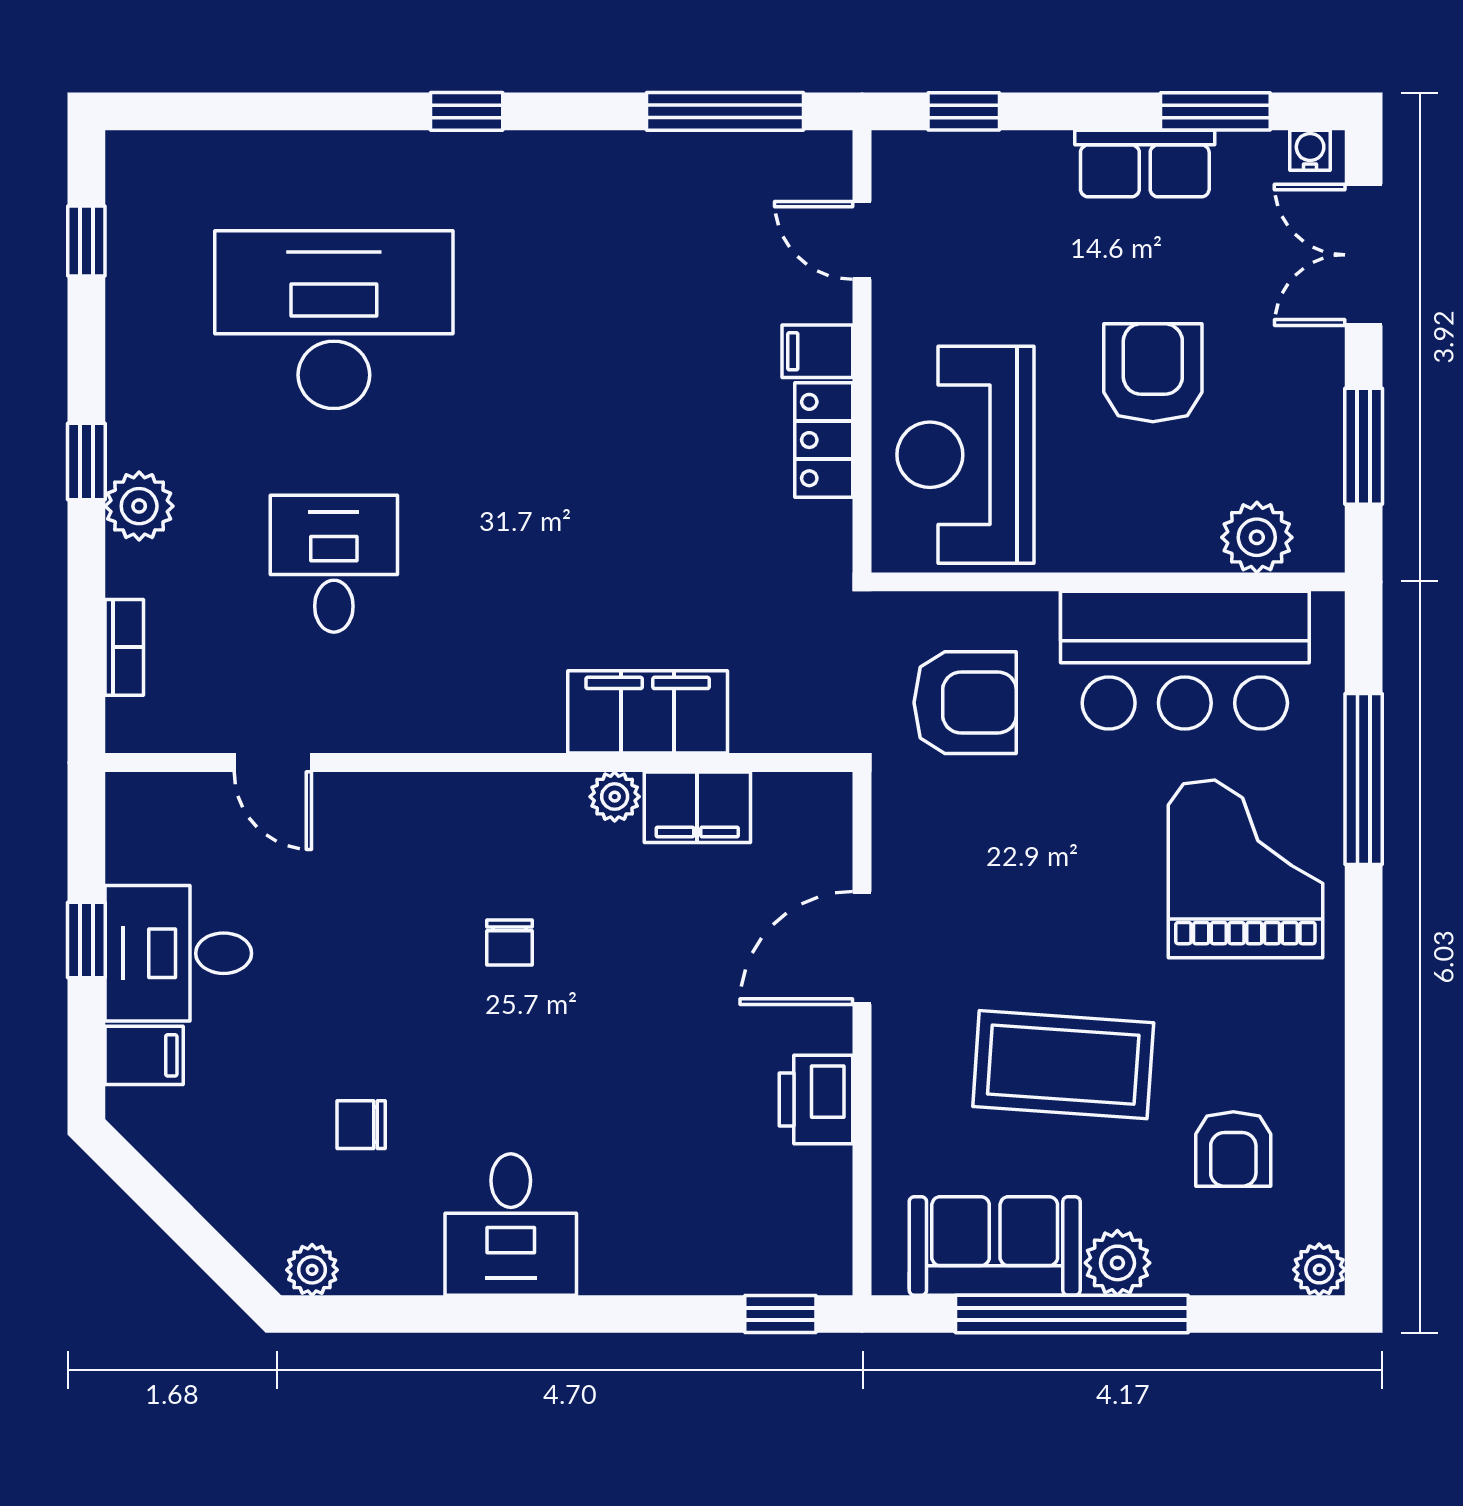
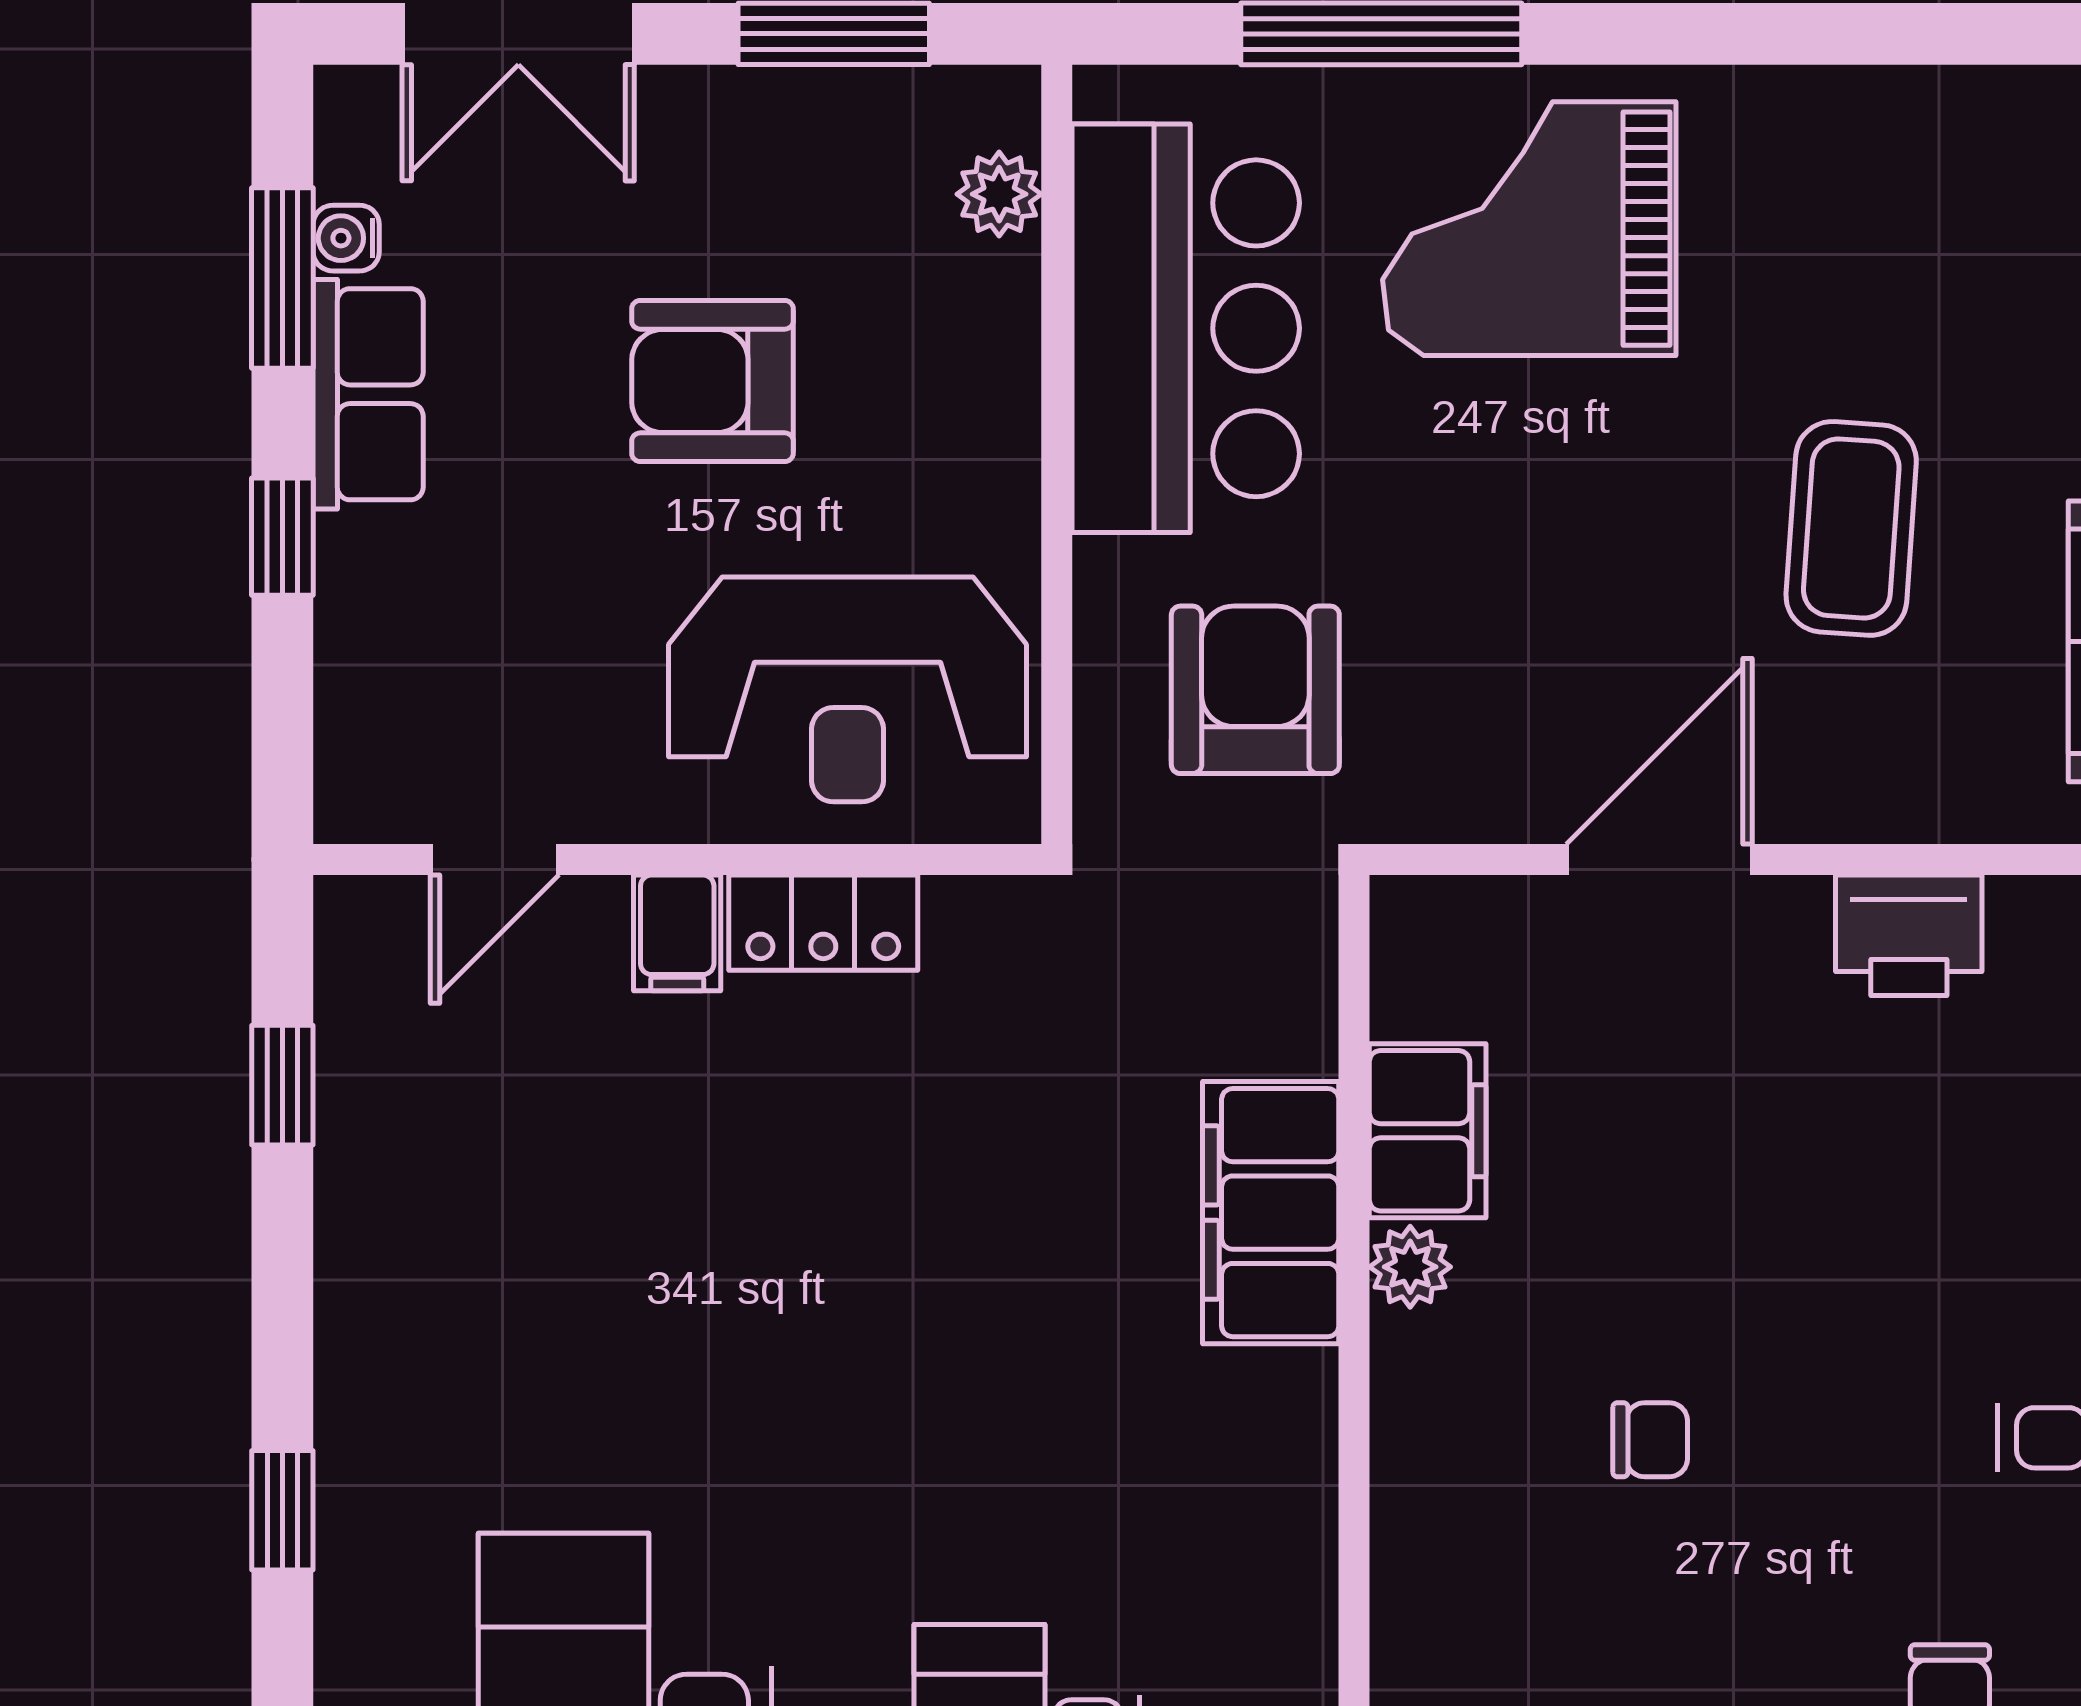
window: (725, 111) -> (282, 1085), width x0.46
window: (964, 111) -> (282, 537), moved
water cooler: (1310, 150) -> (346, 238), moved
plant: (1257, 537) -> (999, 194), width x0.73, depth x0.73
door: (862, 948) -> (1659, 860), swing flipped
coffee table: (1063, 1065) -> (1851, 528), width x0.73, depth x0.76
armchair: (1233, 1149) -> (1990, 249), removed

